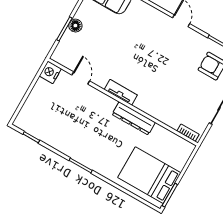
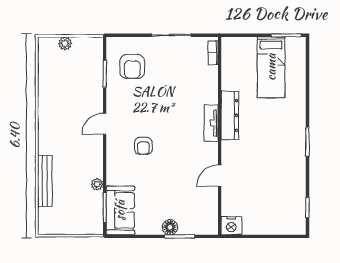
armchair: (148, 40) -> (143, 146), added
door: (81, 78) -> (220, 176), moved
tv unit: (121, 92) -> (211, 123), moved
bed: (149, 175) -> (271, 67), width x0.67

